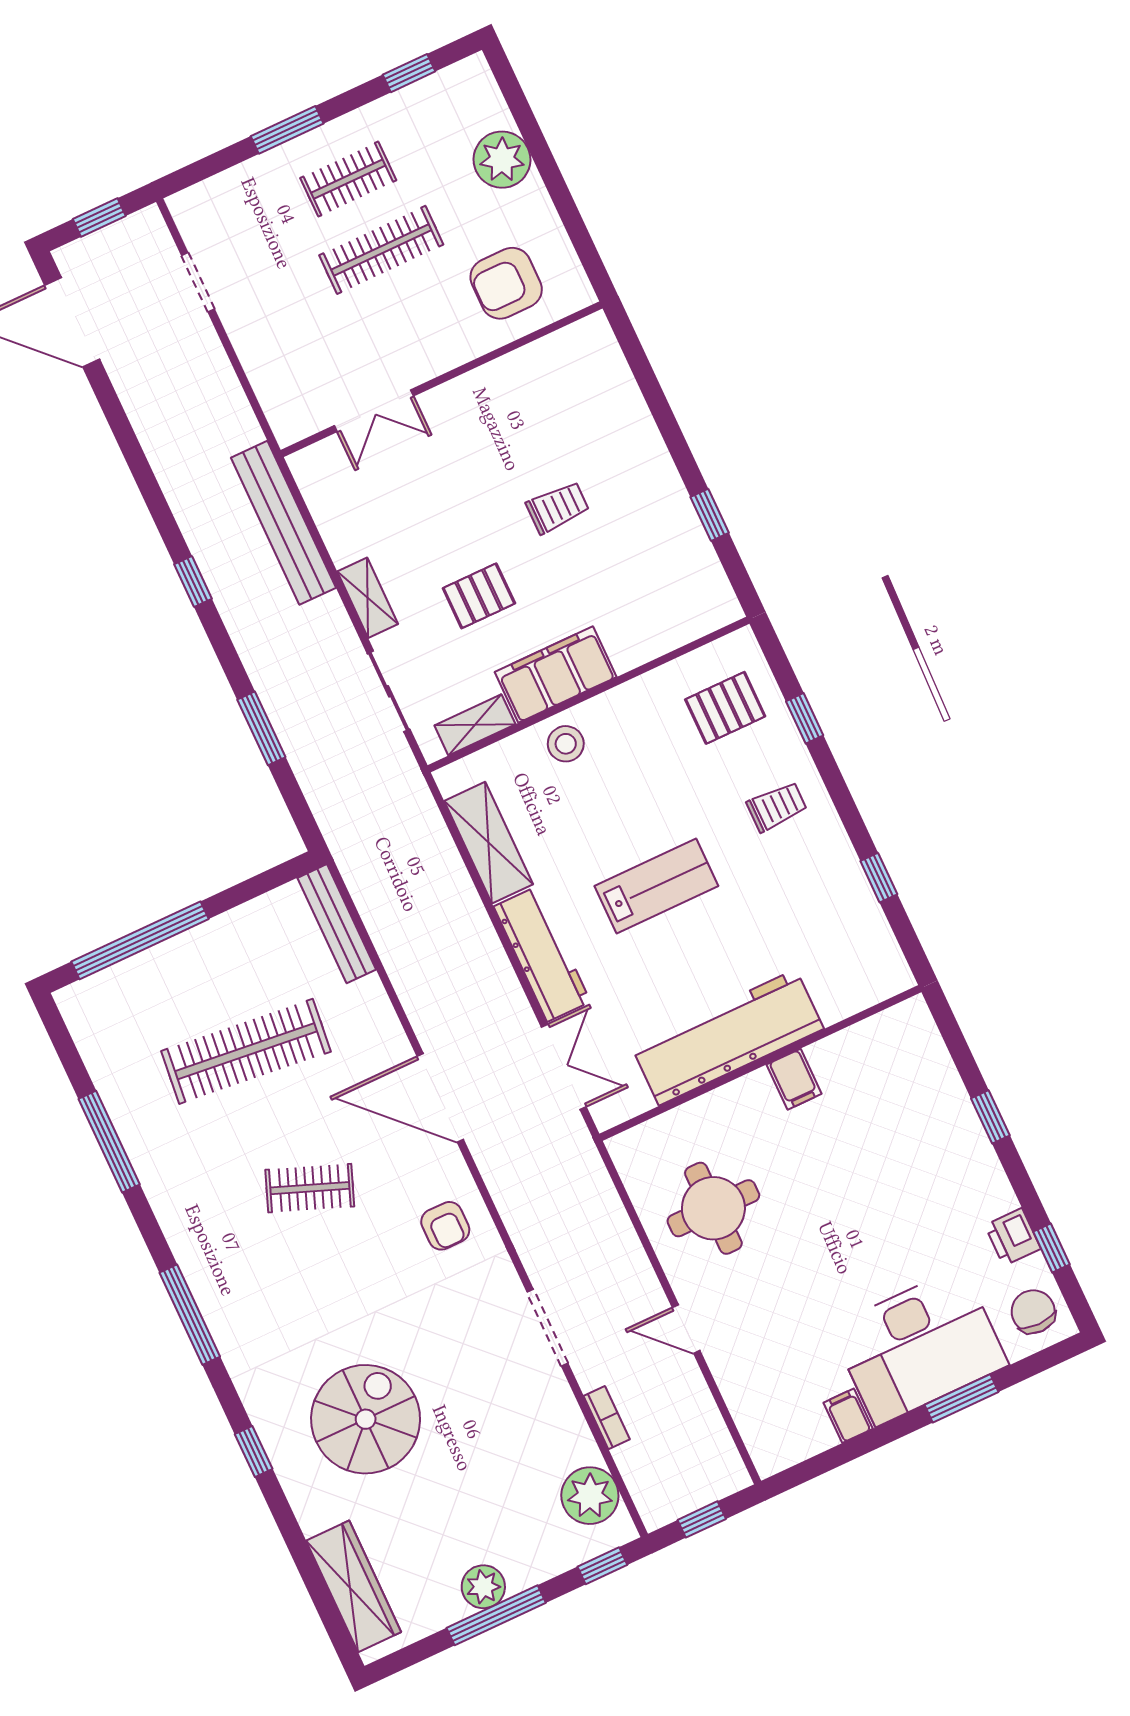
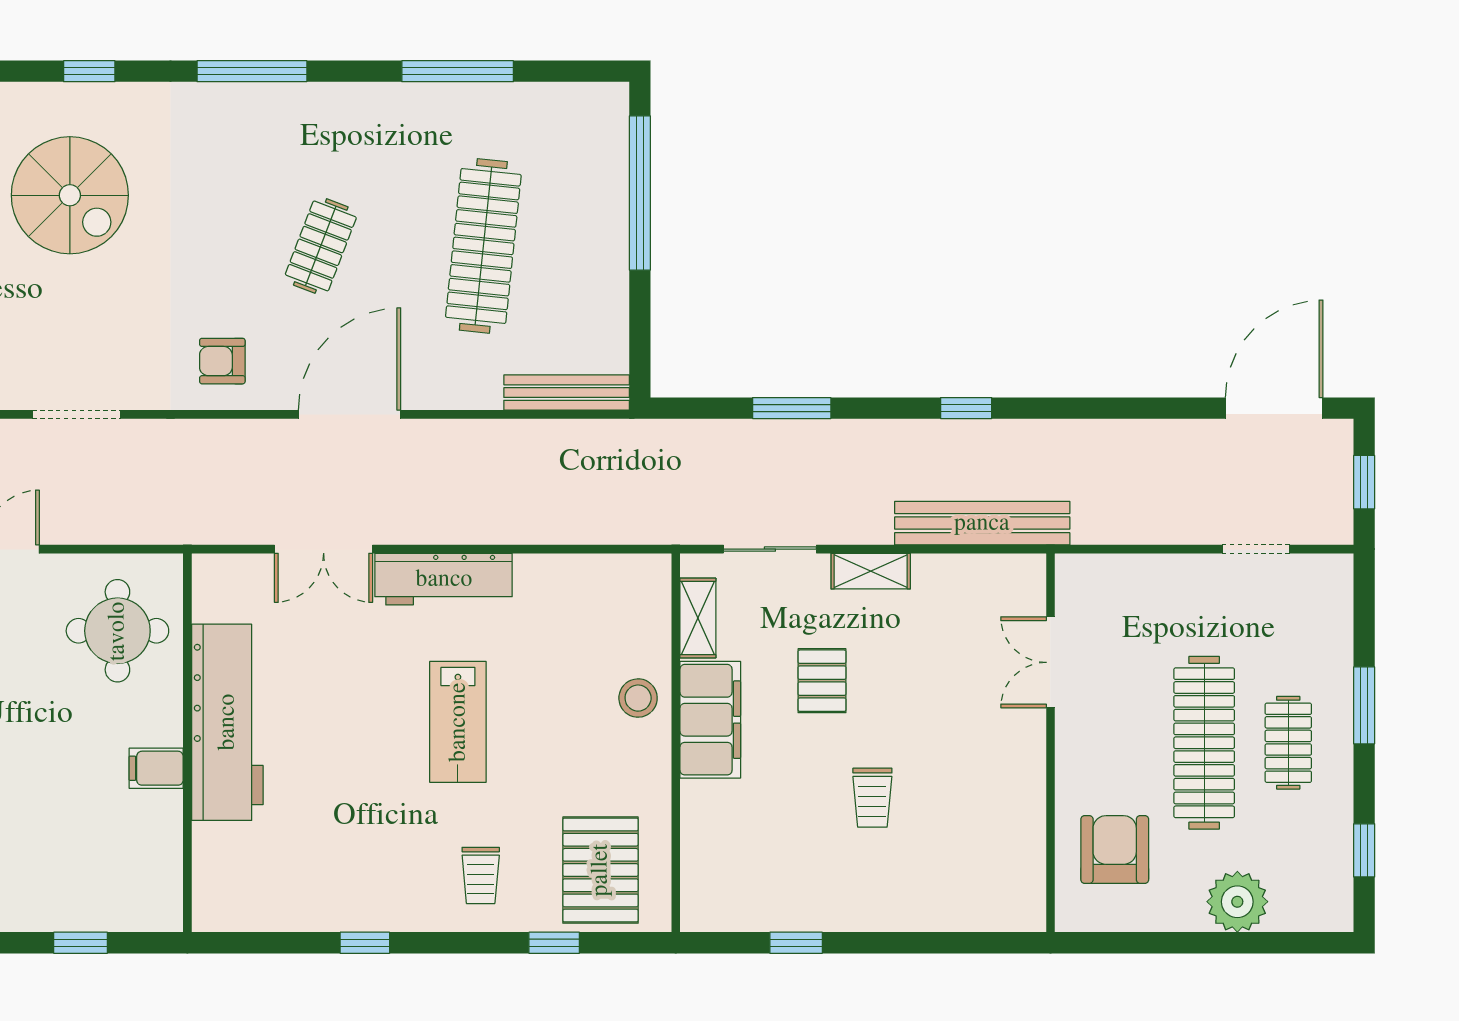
clothes rail: (381, 250) -> (1204, 743), width x1.37, depth x1.31
pallet: (725, 708) -> (600, 870), width x1.50, depth x1.42
shelving: (489, 843) -> (577, 578), removed
workbench: (727, 1037) -> (227, 722), moved
wall: (760, 1063) -> (187, 743), moved
filing cabinet: (794, 1079) -> (156, 768), moved

